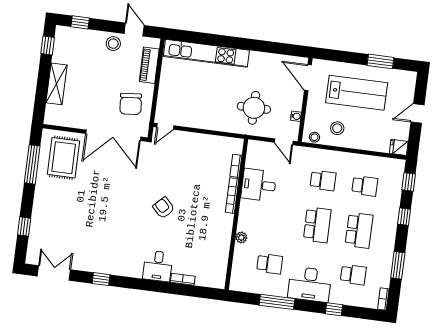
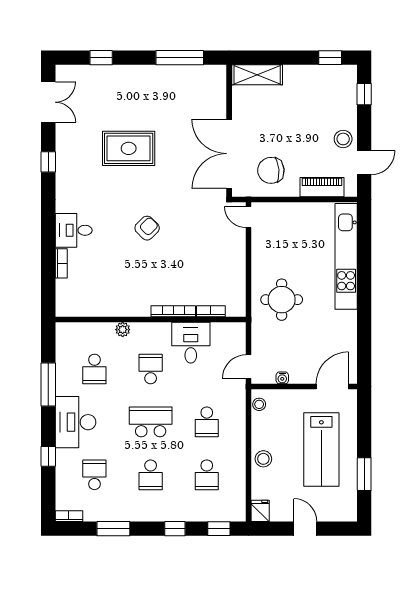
shelving: (56, 84) -> (257, 75), moved
round table: (254, 108) -> (282, 300), moved
stool: (337, 128) -> (263, 459), moved
rug: (64, 158) -> (129, 148), moved
school desk: (275, 219) -> (151, 369), added
school desk: (317, 225) -> (151, 422), turned 180
school desk: (359, 230) -> (151, 475), width x0.54
school desk: (353, 275) -> (94, 475), turned 180

